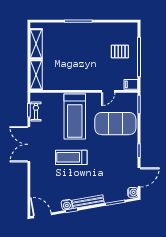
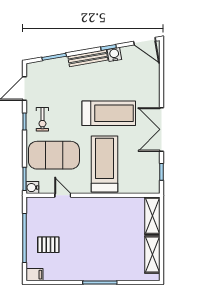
filing cabinet: (131, 84) -> (35, 275), moved
door: (108, 91) -> (63, 195), hinge flipped
exercise bike: (36, 111) -> (42, 119), moved
double door: (29, 144) -> (161, 129), swing flipped
treadmill: (71, 157) -> (109, 113), width x1.37, depth x1.38
water cooler: (133, 192) -> (32, 188), moved

